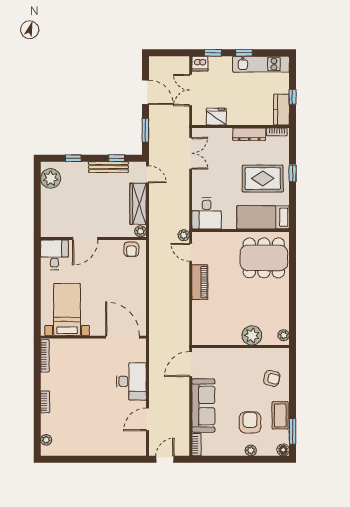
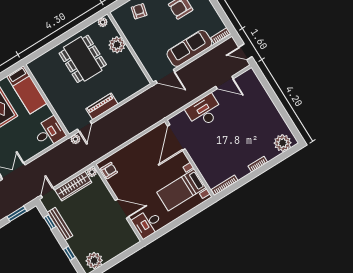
dining table: (264, 258) -> (83, 59), moved
plant: (46, 440) -> (283, 143), width x1.87, depth x1.87

